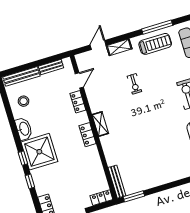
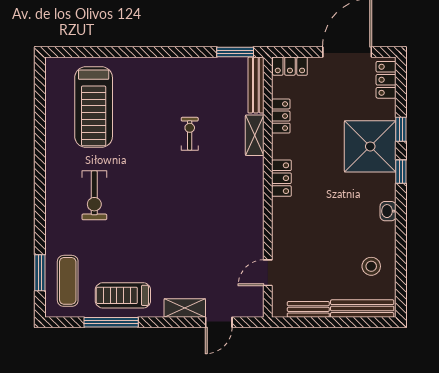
exercise bike: (134, 84) -> (190, 134), moved
locker: (78, 102) -> (281, 116), moved
shelving: (100, 124) -> (255, 135), moved
washbasin: (24, 129) -> (388, 211), width x0.52, depth x0.69
shower: (39, 152) -> (370, 146), moved

